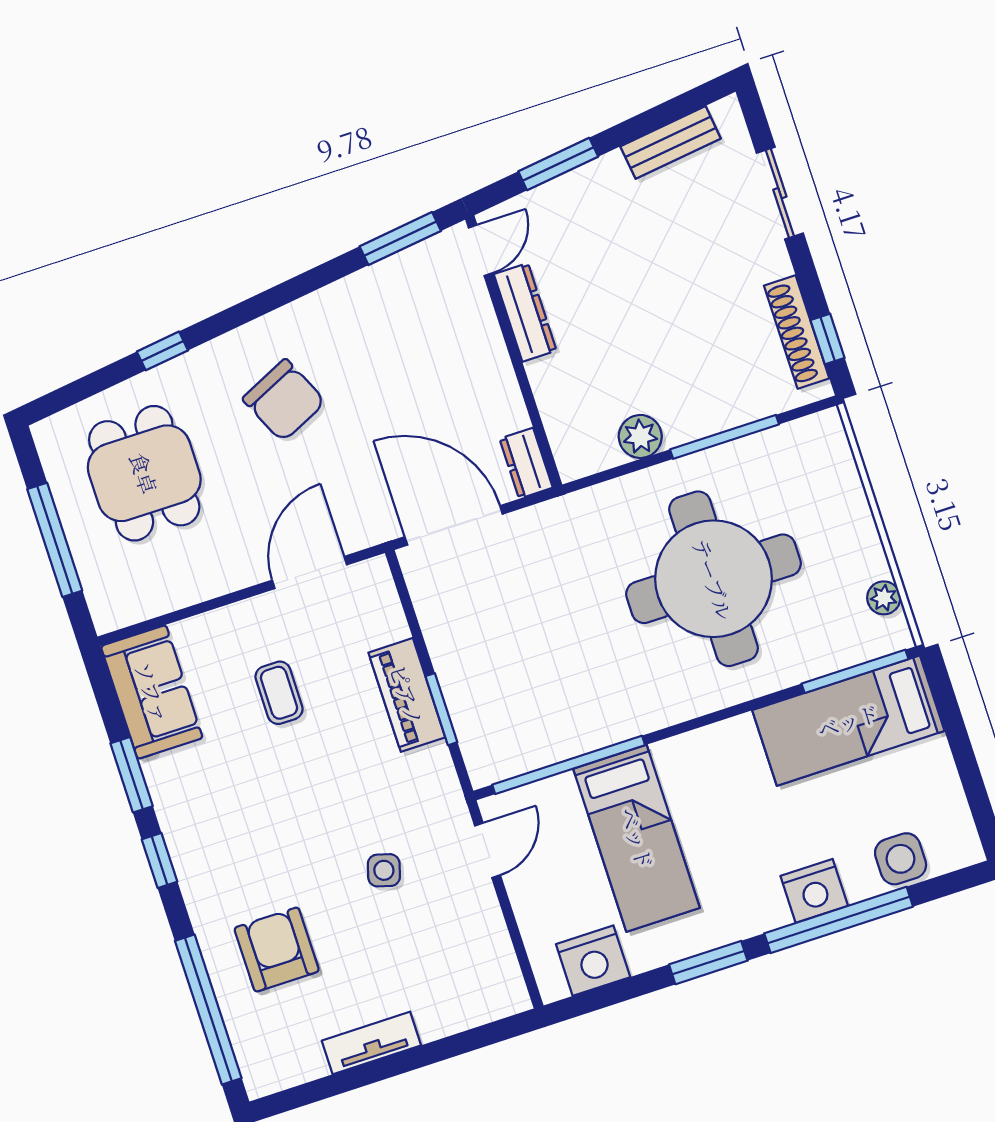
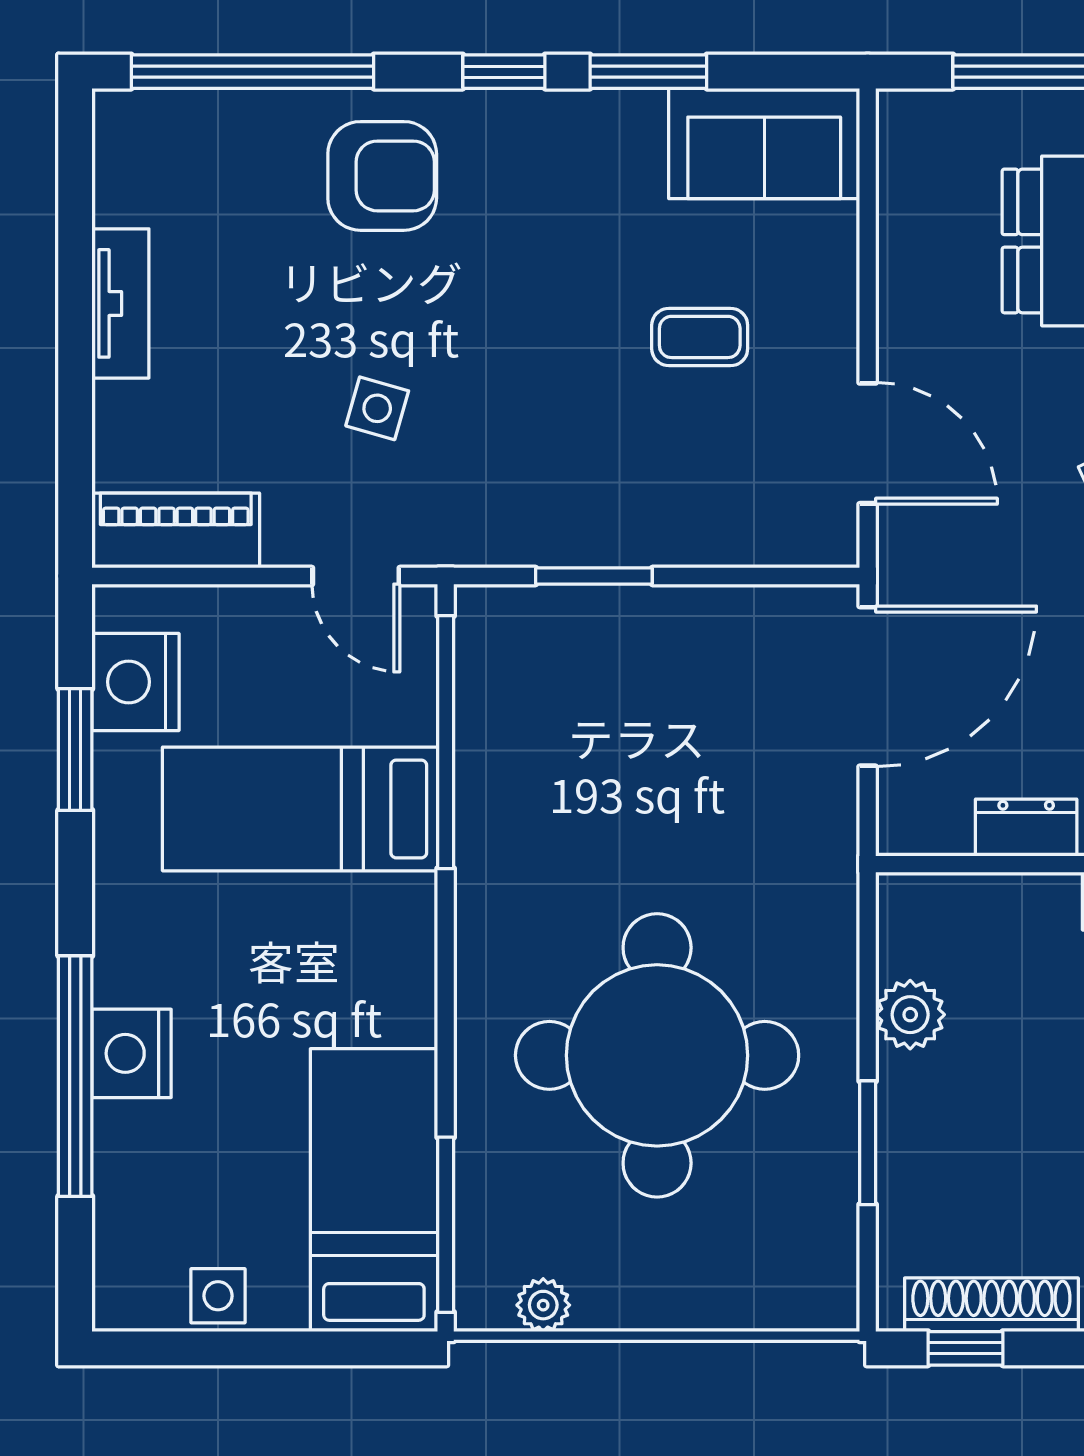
window: (725, 437) -> (868, 1143), width x0.69
dresser: (526, 463) -> (1026, 828), moved
piano: (407, 695) -> (176, 531), moved
side table: (901, 859) -> (218, 1296), moved, width x0.73, depth x0.73
armchair: (277, 950) -> (382, 176), moved
window: (708, 963) -> (75, 749), moved

